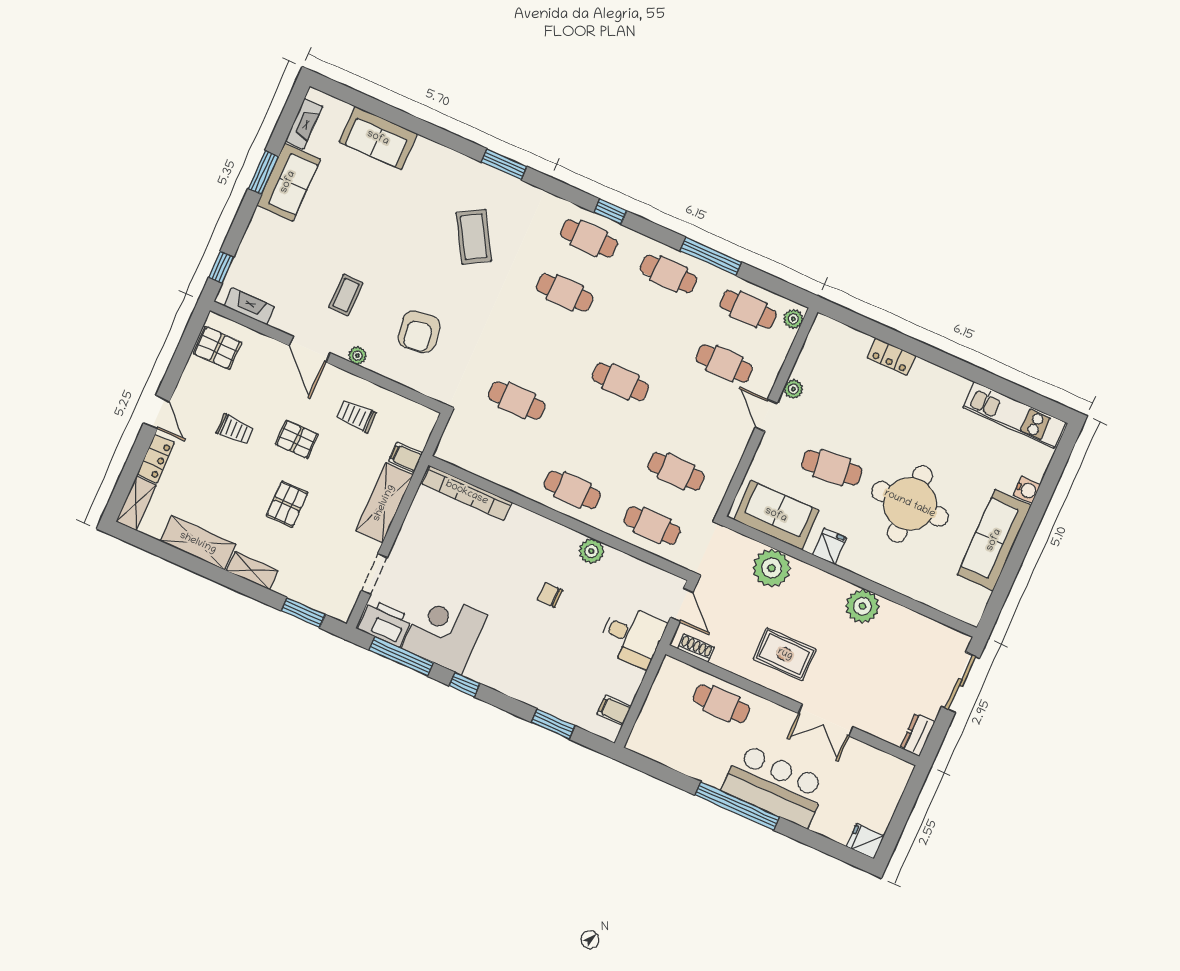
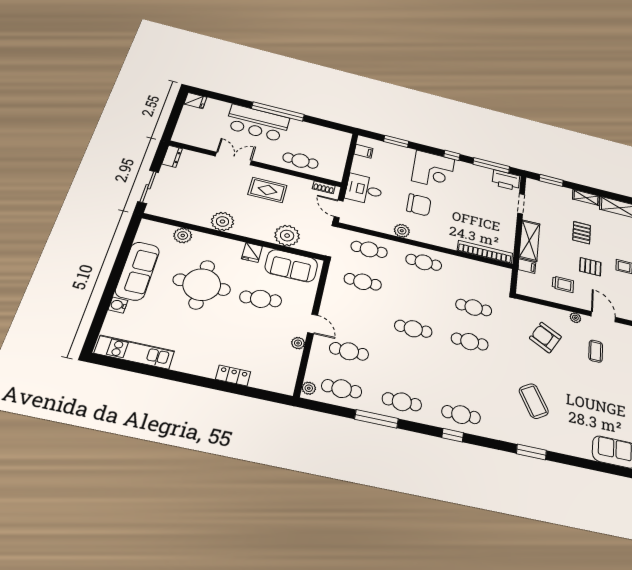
cafe table: (565, 292) -> (470, 342), moved
armchair: (419, 332) -> (545, 337), turned -54
plant: (924, 590) -> (183, 235), added
chair: (550, 595) -> (419, 205), width x1.87, depth x1.87
corner desk: (445, 632) -> (433, 170), moved

